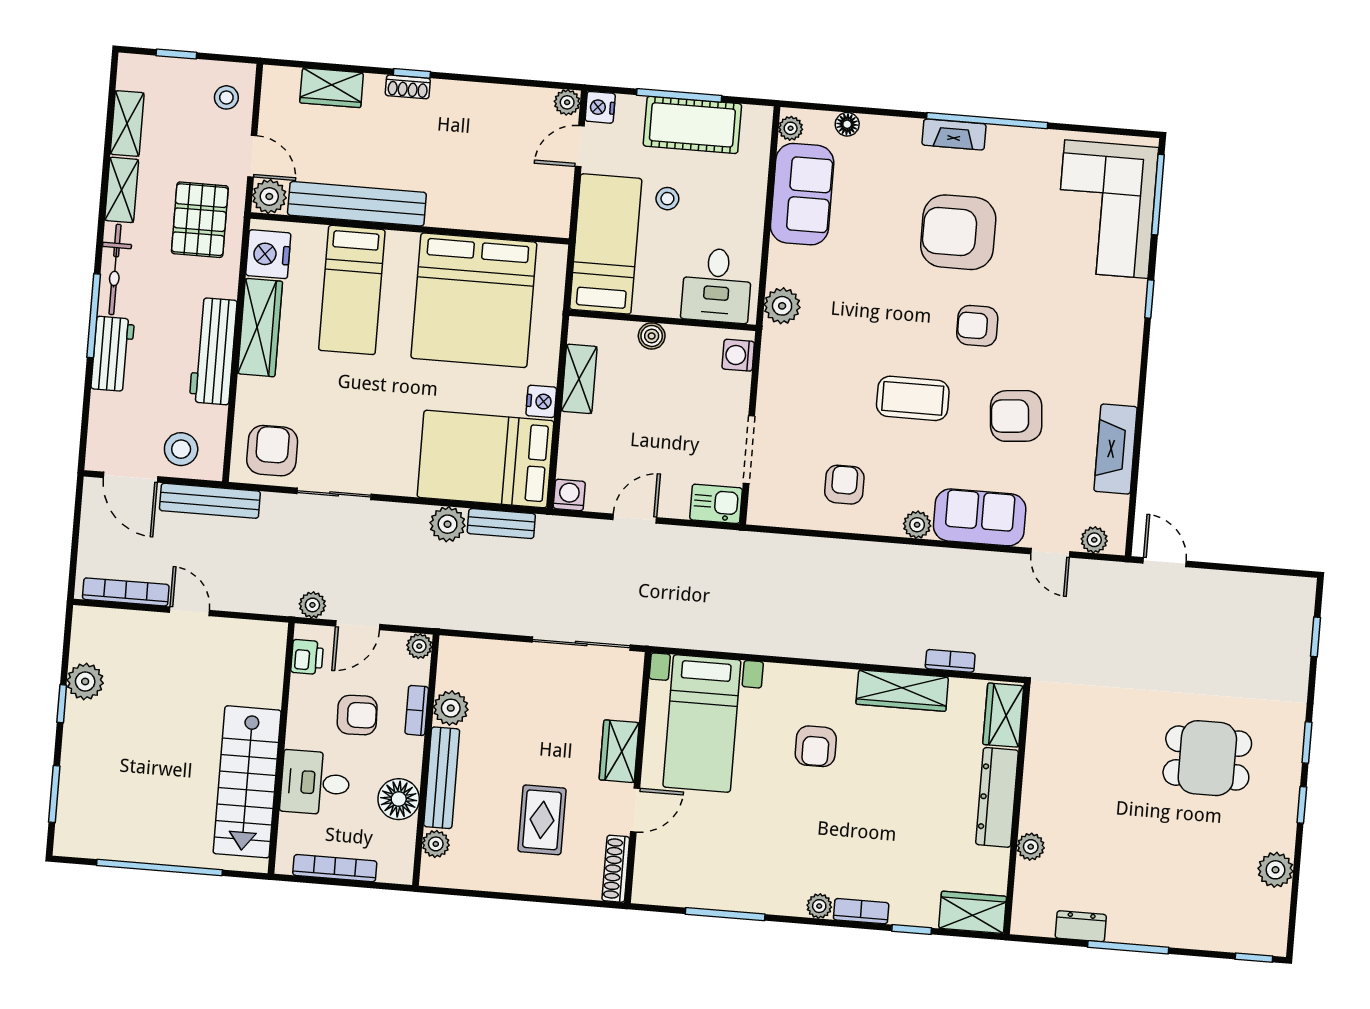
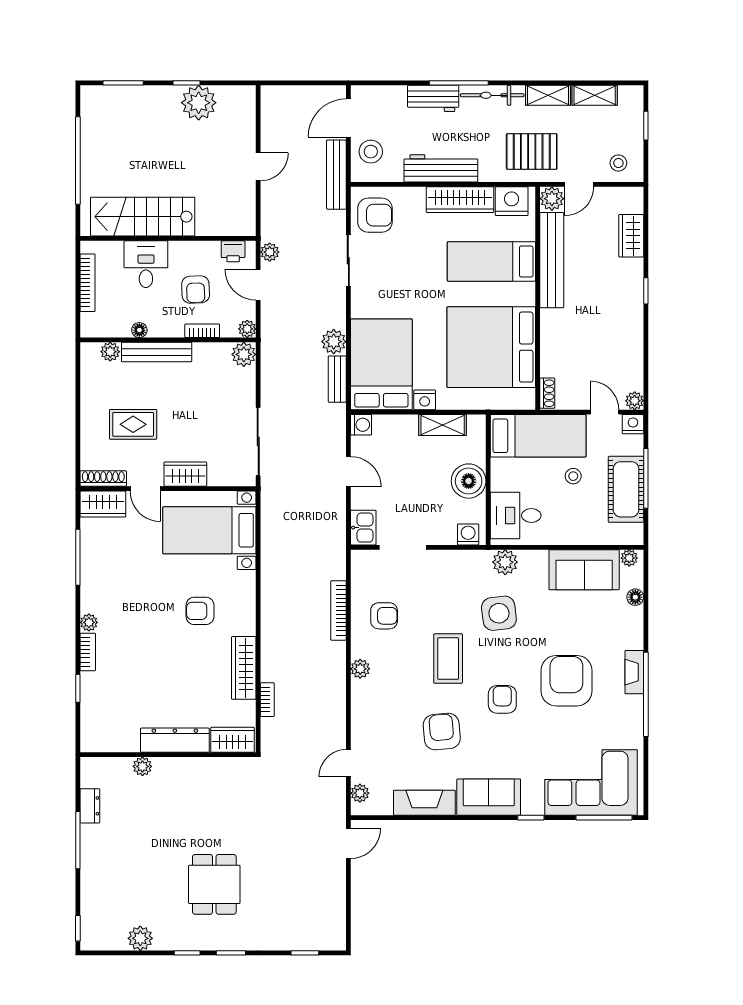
shoe rack: (408, 87) -> (547, 393), moved, turned 180
side table: (854, 321) -> (499, 613), added
boiler: (652, 336) -> (469, 481), width x1.86, depth x1.86
sofa: (980, 517) -> (489, 797), moved, turned -90
bookcase: (126, 592) -> (338, 610), moved, turned 180
plant: (85, 681) -> (199, 103), width x1.36, depth x1.36
plant: (451, 708) -> (244, 354), moved
floor lamp: (399, 799) -> (139, 330), width x0.53, depth x0.53
wardrobe: (973, 912) -> (103, 504), moved, turned 90

